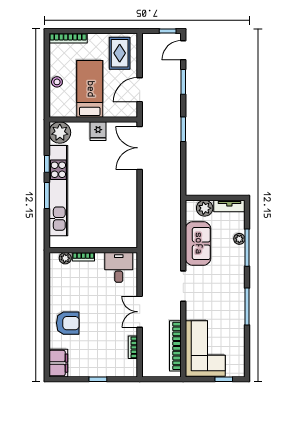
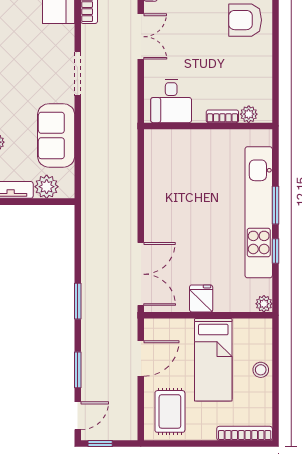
plant: (60, 133) -> (264, 304), width x0.53, depth x0.53

